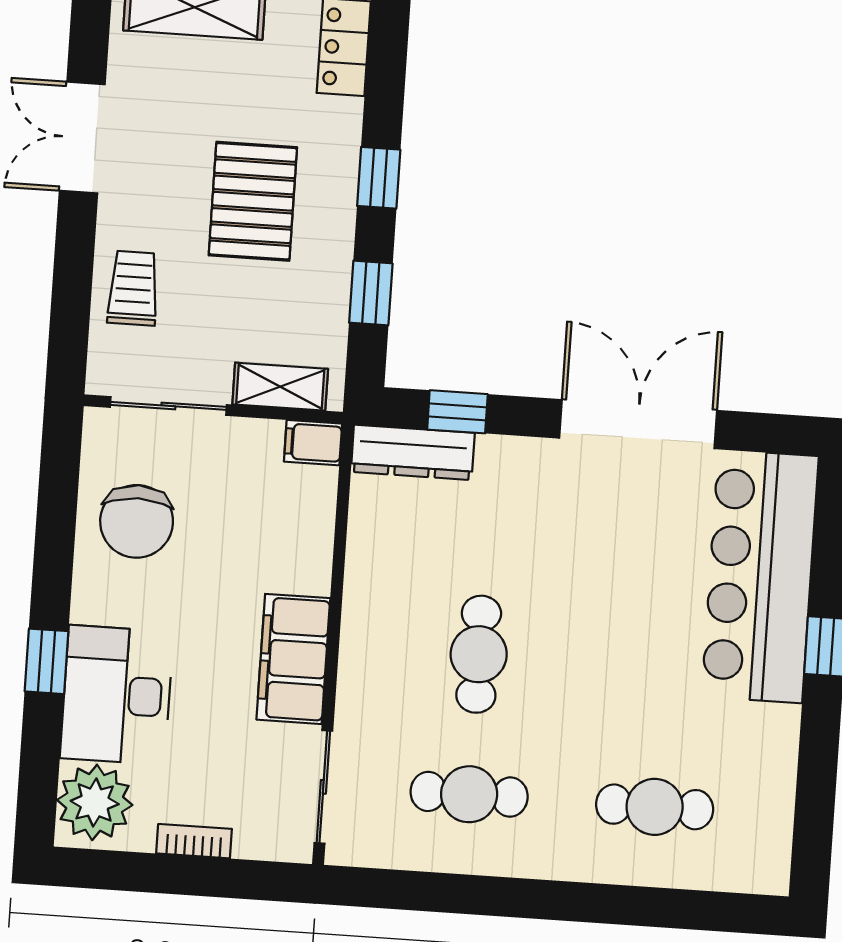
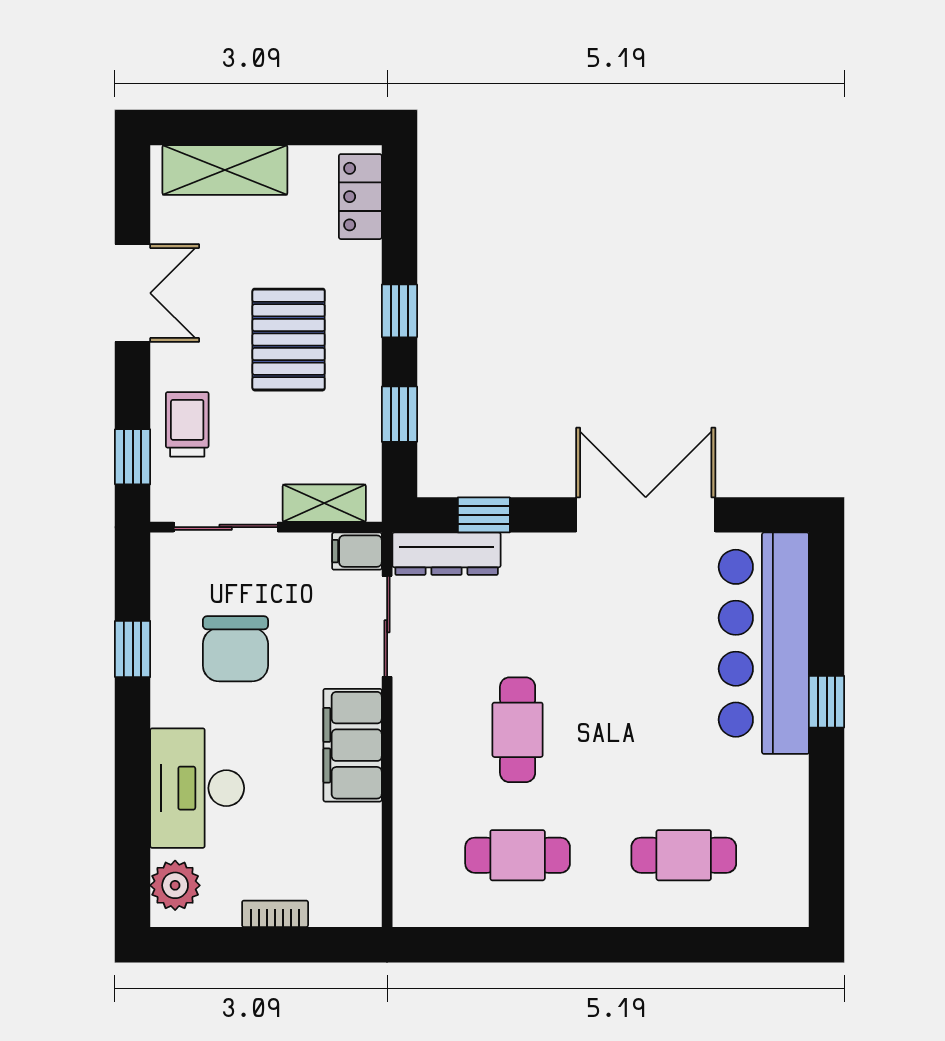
double door: (82, 138) -> (133, 293), swing flipped
window: (70, 320) -> (133, 457), added
chair: (137, 521) -> (235, 649), moved
window: (47, 661) -> (133, 649), moved
sliding door: (323, 787) -> (387, 626), moved
plant: (95, 802) -> (175, 885), width x0.73, depth x0.73

